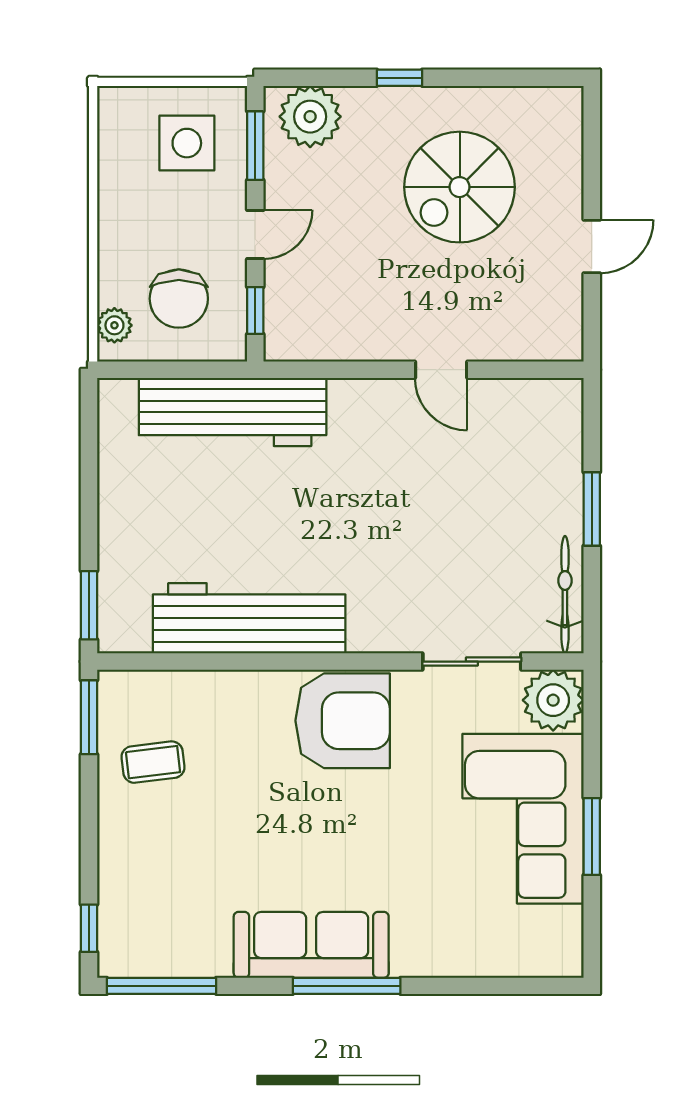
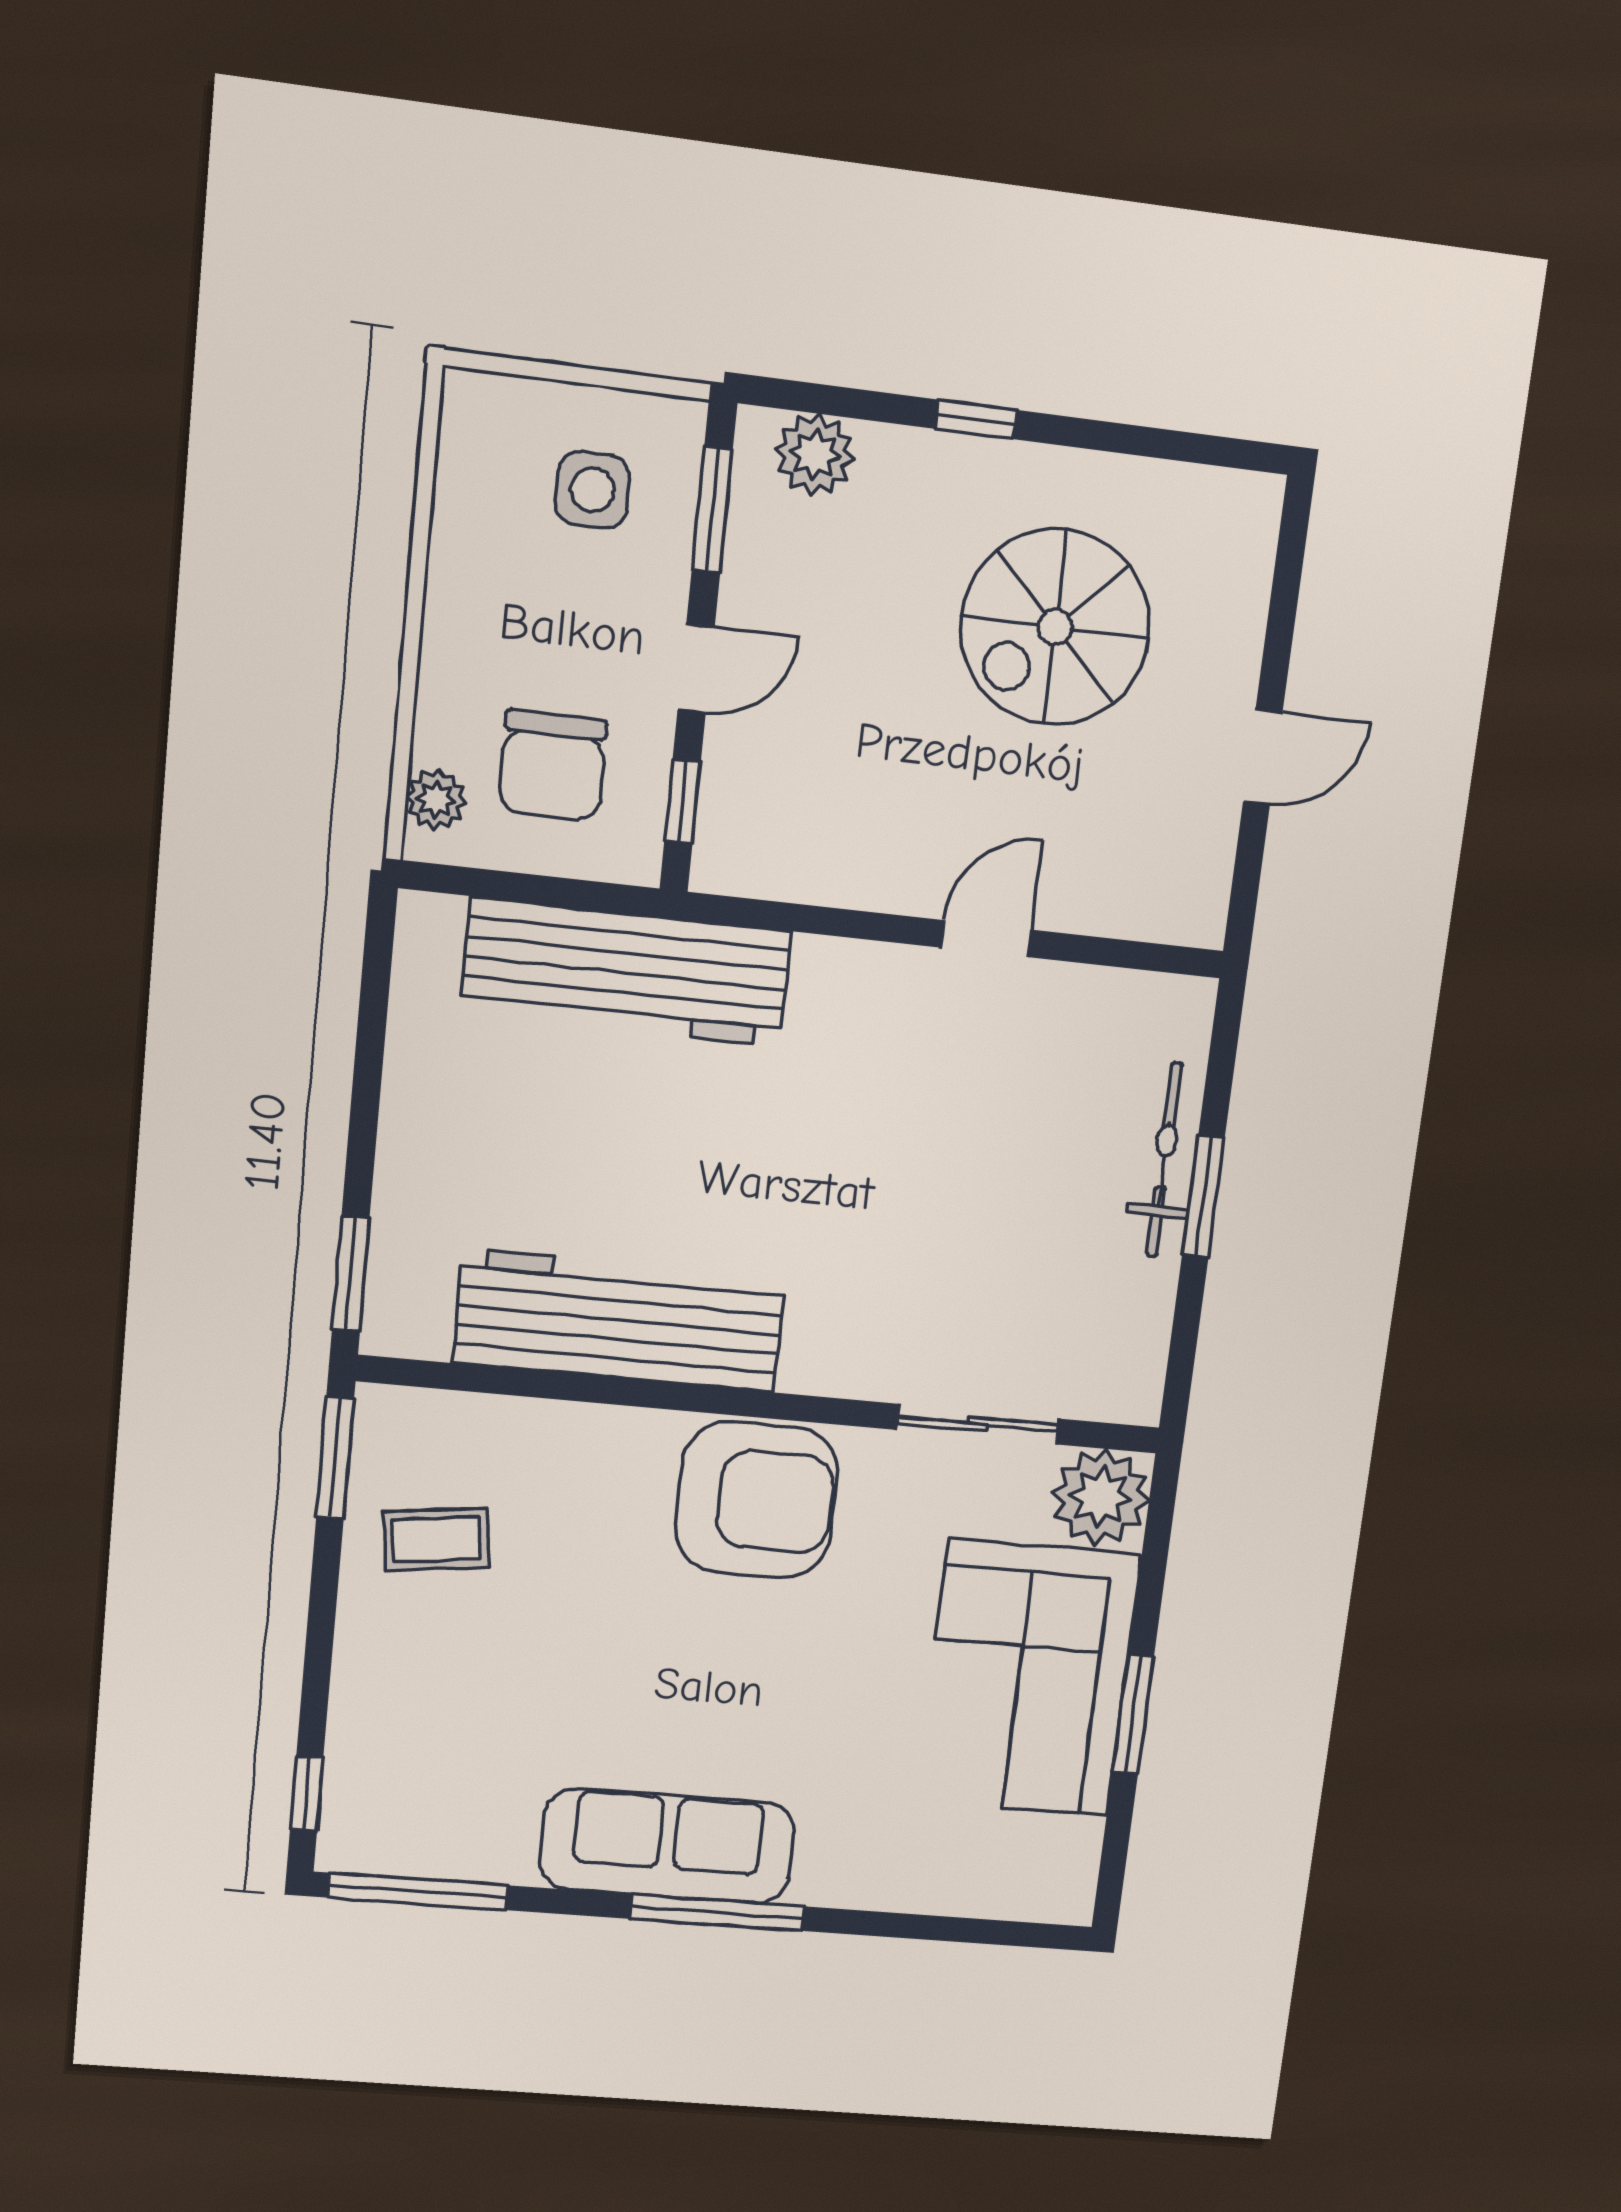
plant: (310, 117) -> (815, 455), width x0.73, depth x0.73
side table: (187, 143) -> (593, 490), width x0.73, depth x0.73
door: (441, 370) -> (986, 939), swing flipped
bicycle: (565, 595) -> (1164, 1160), moved

